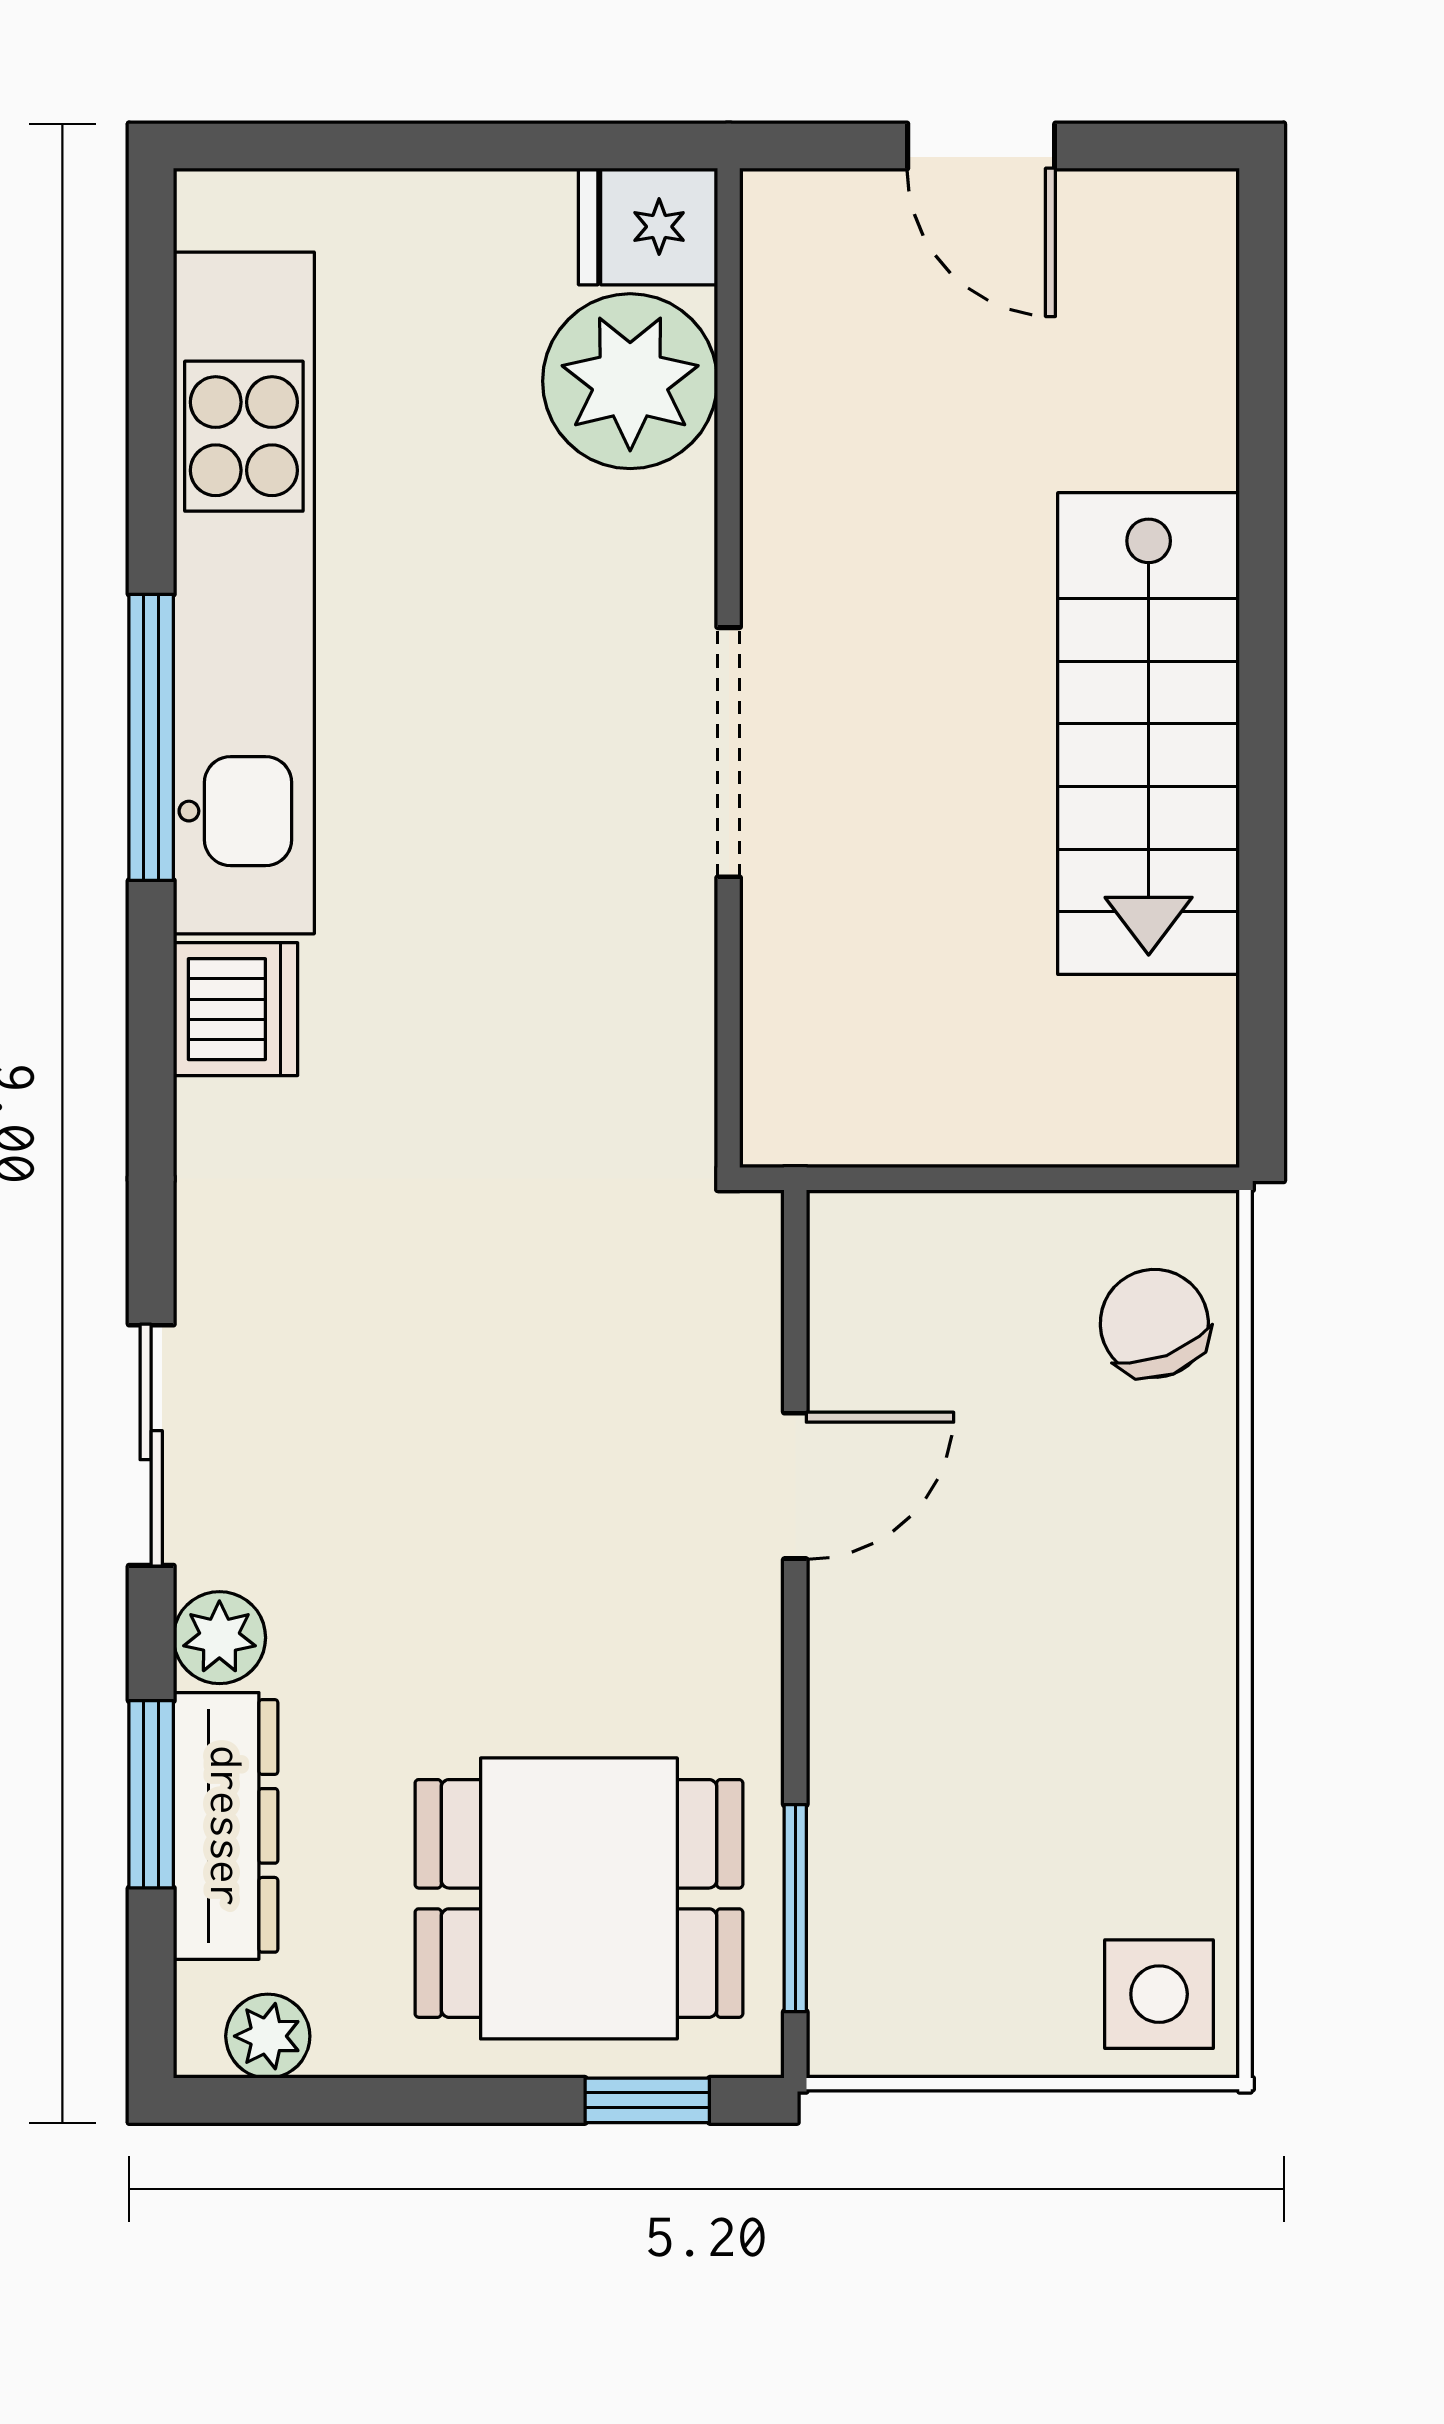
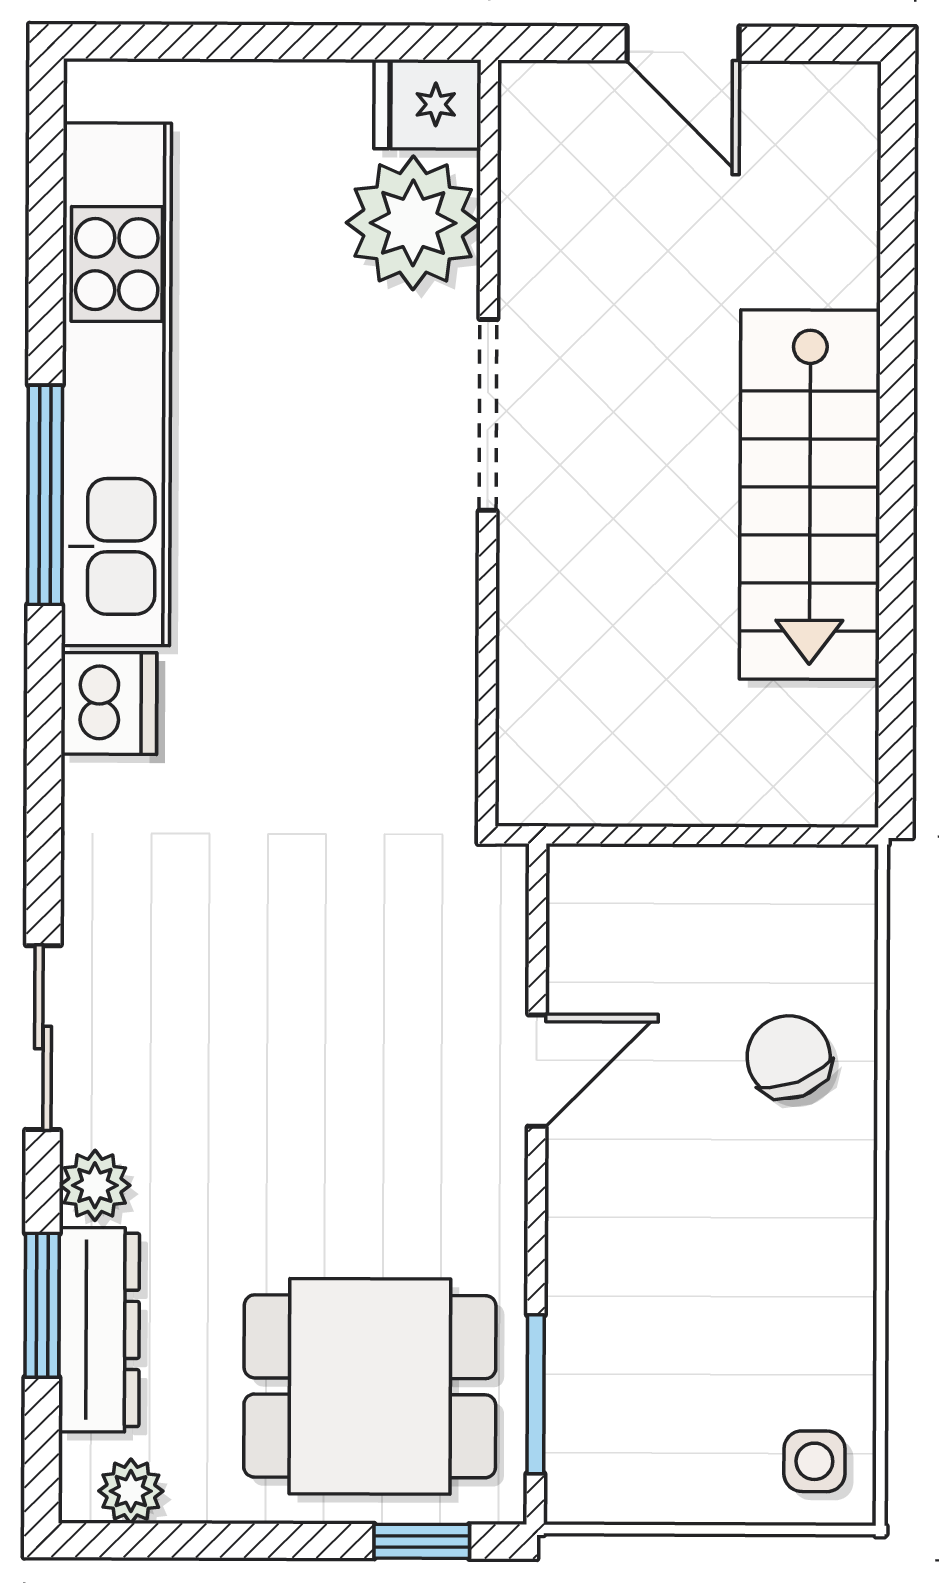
doorway: (729, 752) -> (488, 415), moved
chair: (1154, 1323) -> (789, 1057), moved
side table: (1159, 1994) -> (814, 1461), width x0.73, depth x0.73

